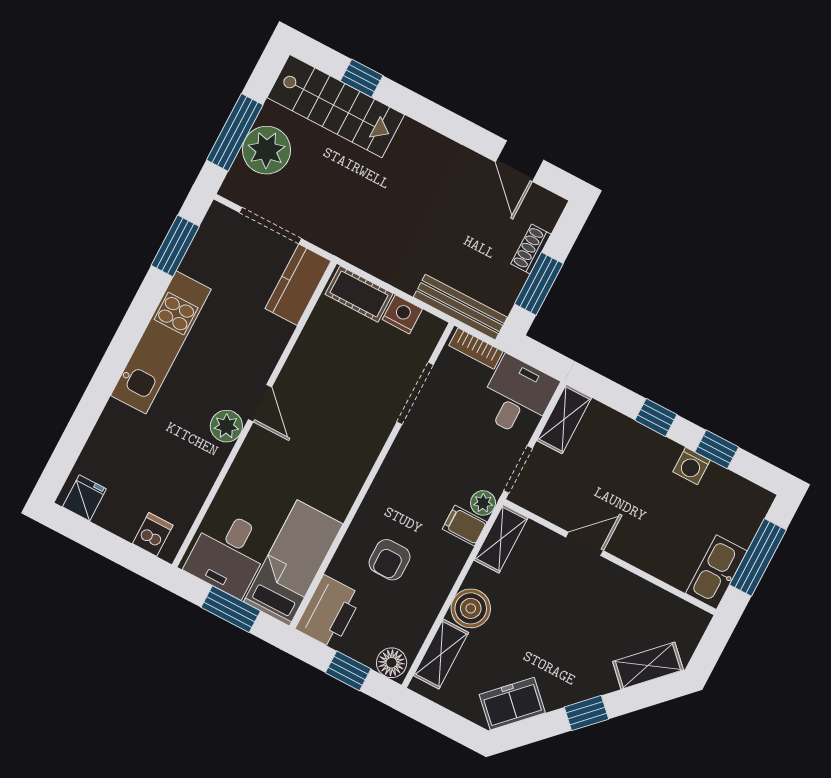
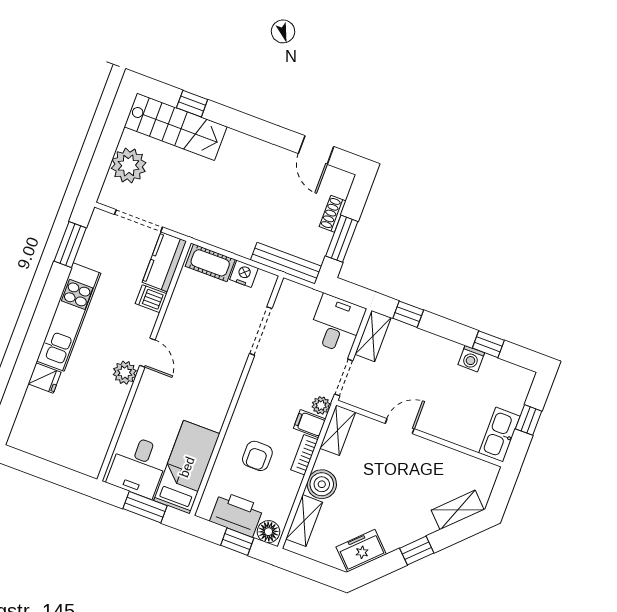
window: (235, 132) -> (104, 155), removed
bookcase: (476, 348) -> (304, 455), moved, turned 90
window: (656, 417) -> (408, 314), moved
fridge: (84, 498) -> (45, 378), moved, turned 90
dishwasher: (153, 534) -> (151, 299), moved, turned -90
window: (758, 557) -> (529, 420), width x0.46
printer: (329, 612) -> (237, 514), moved, turned -90

